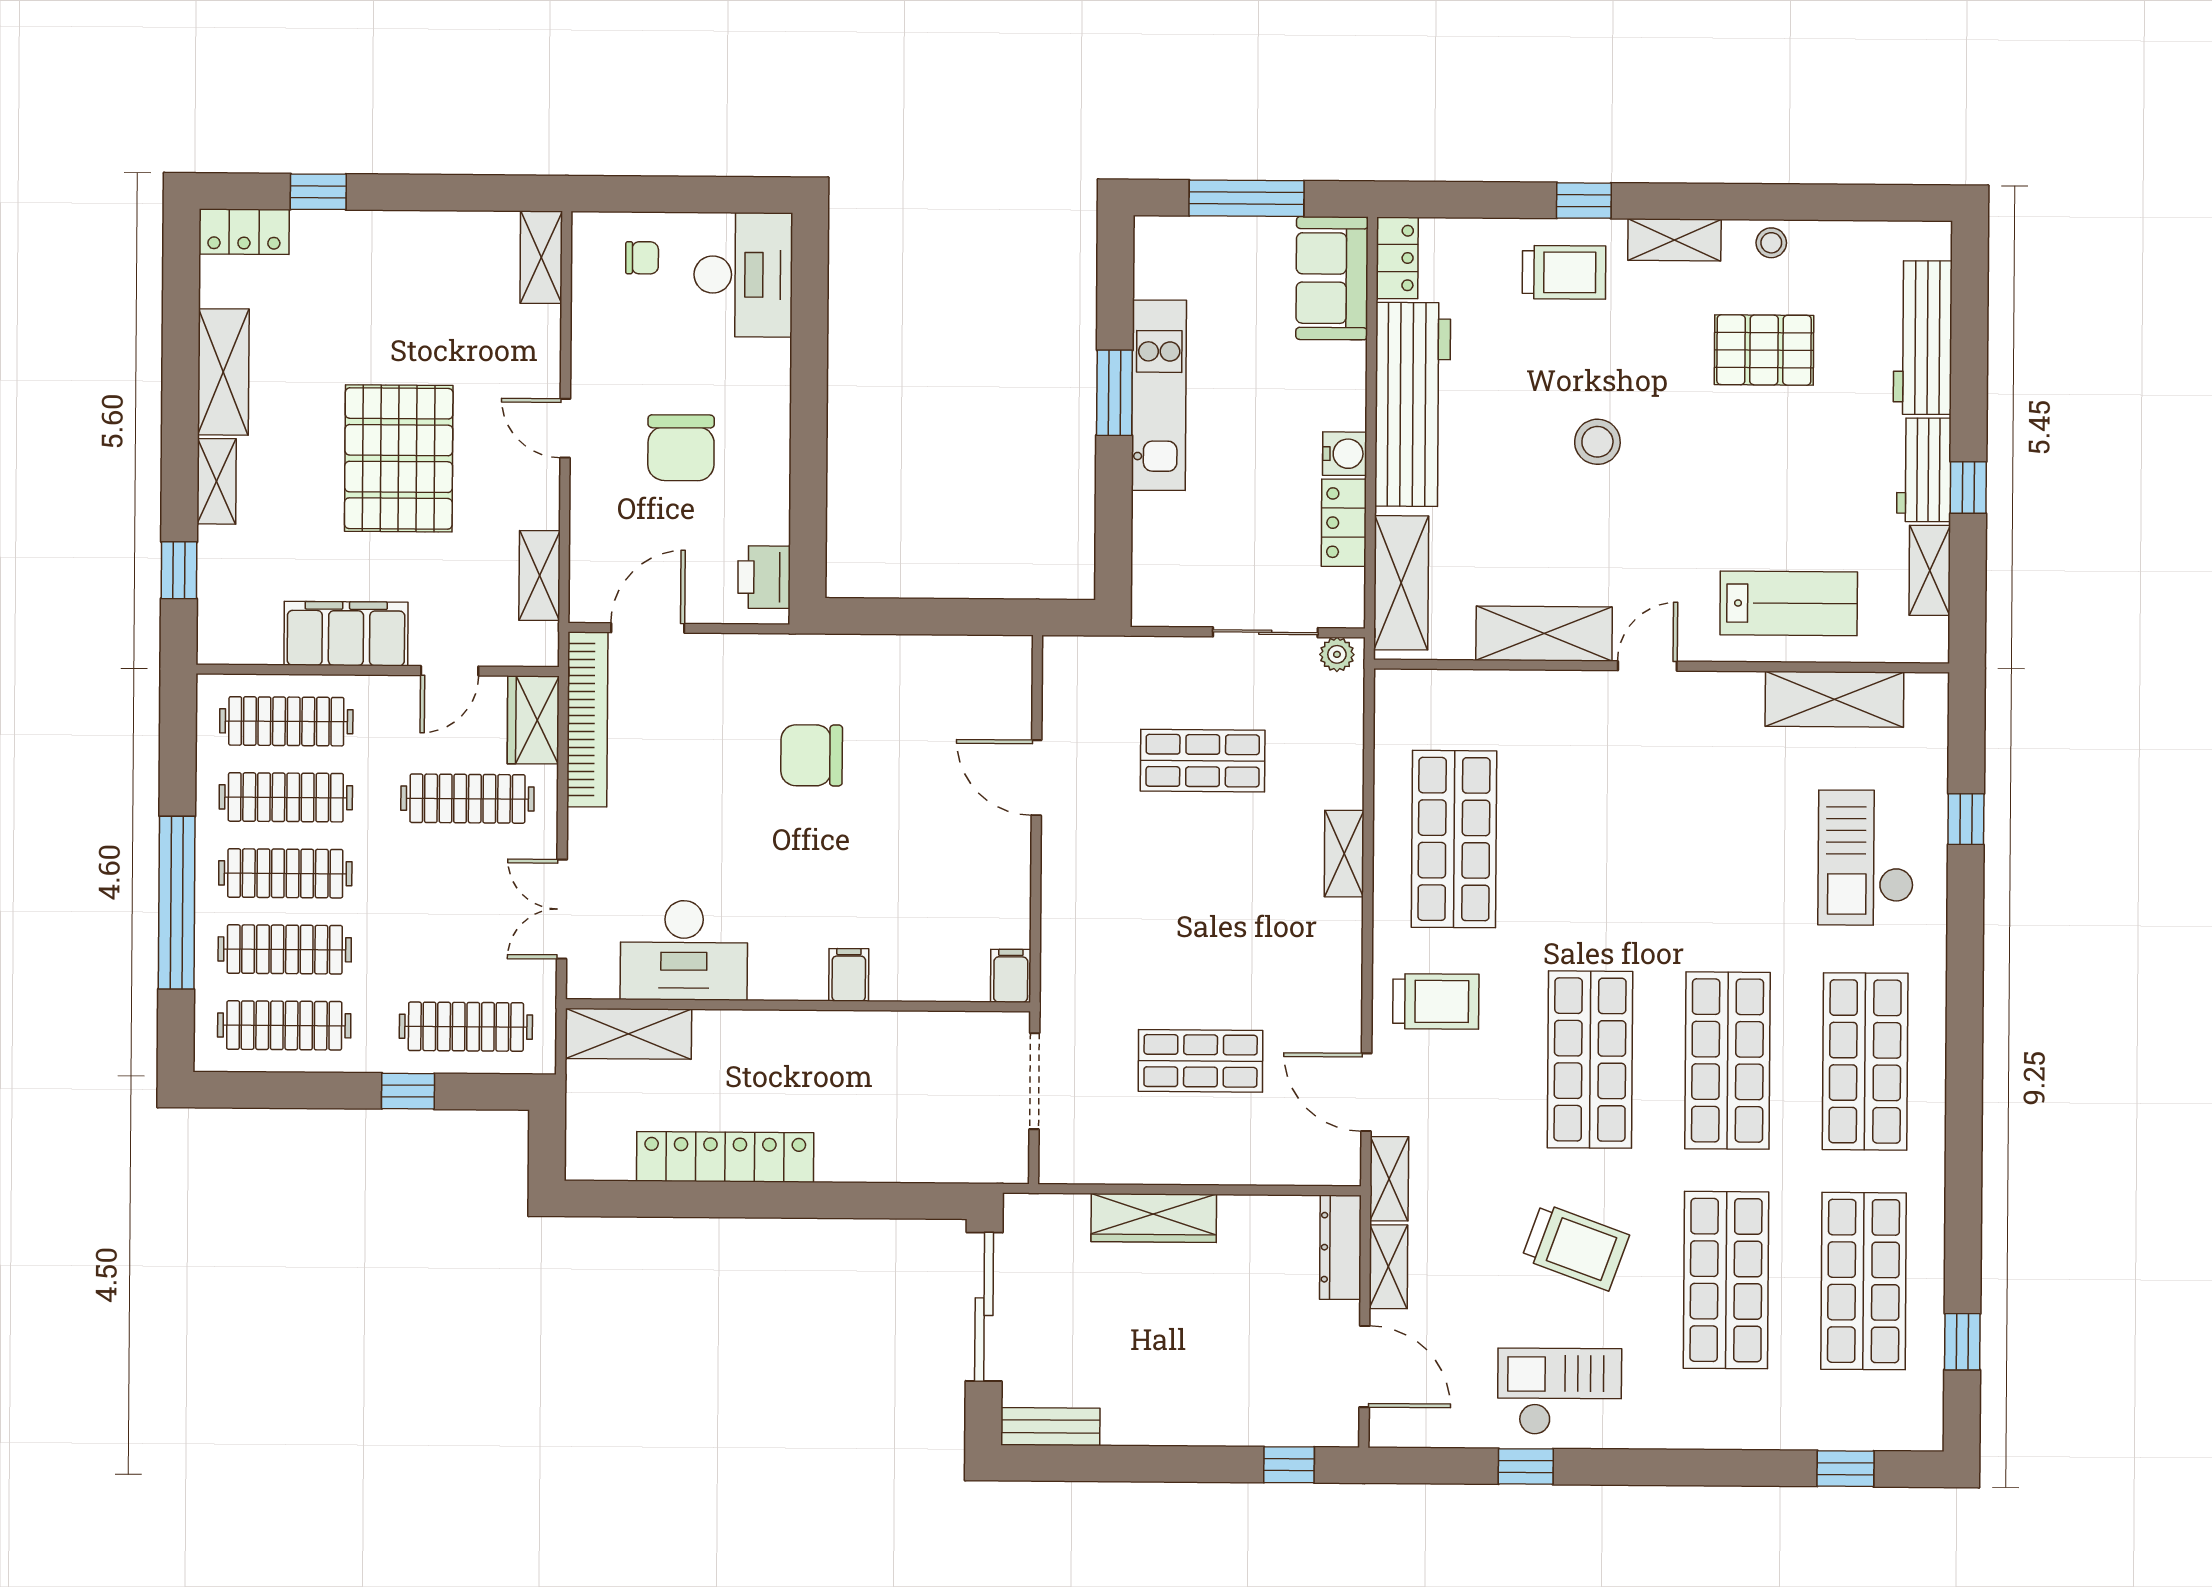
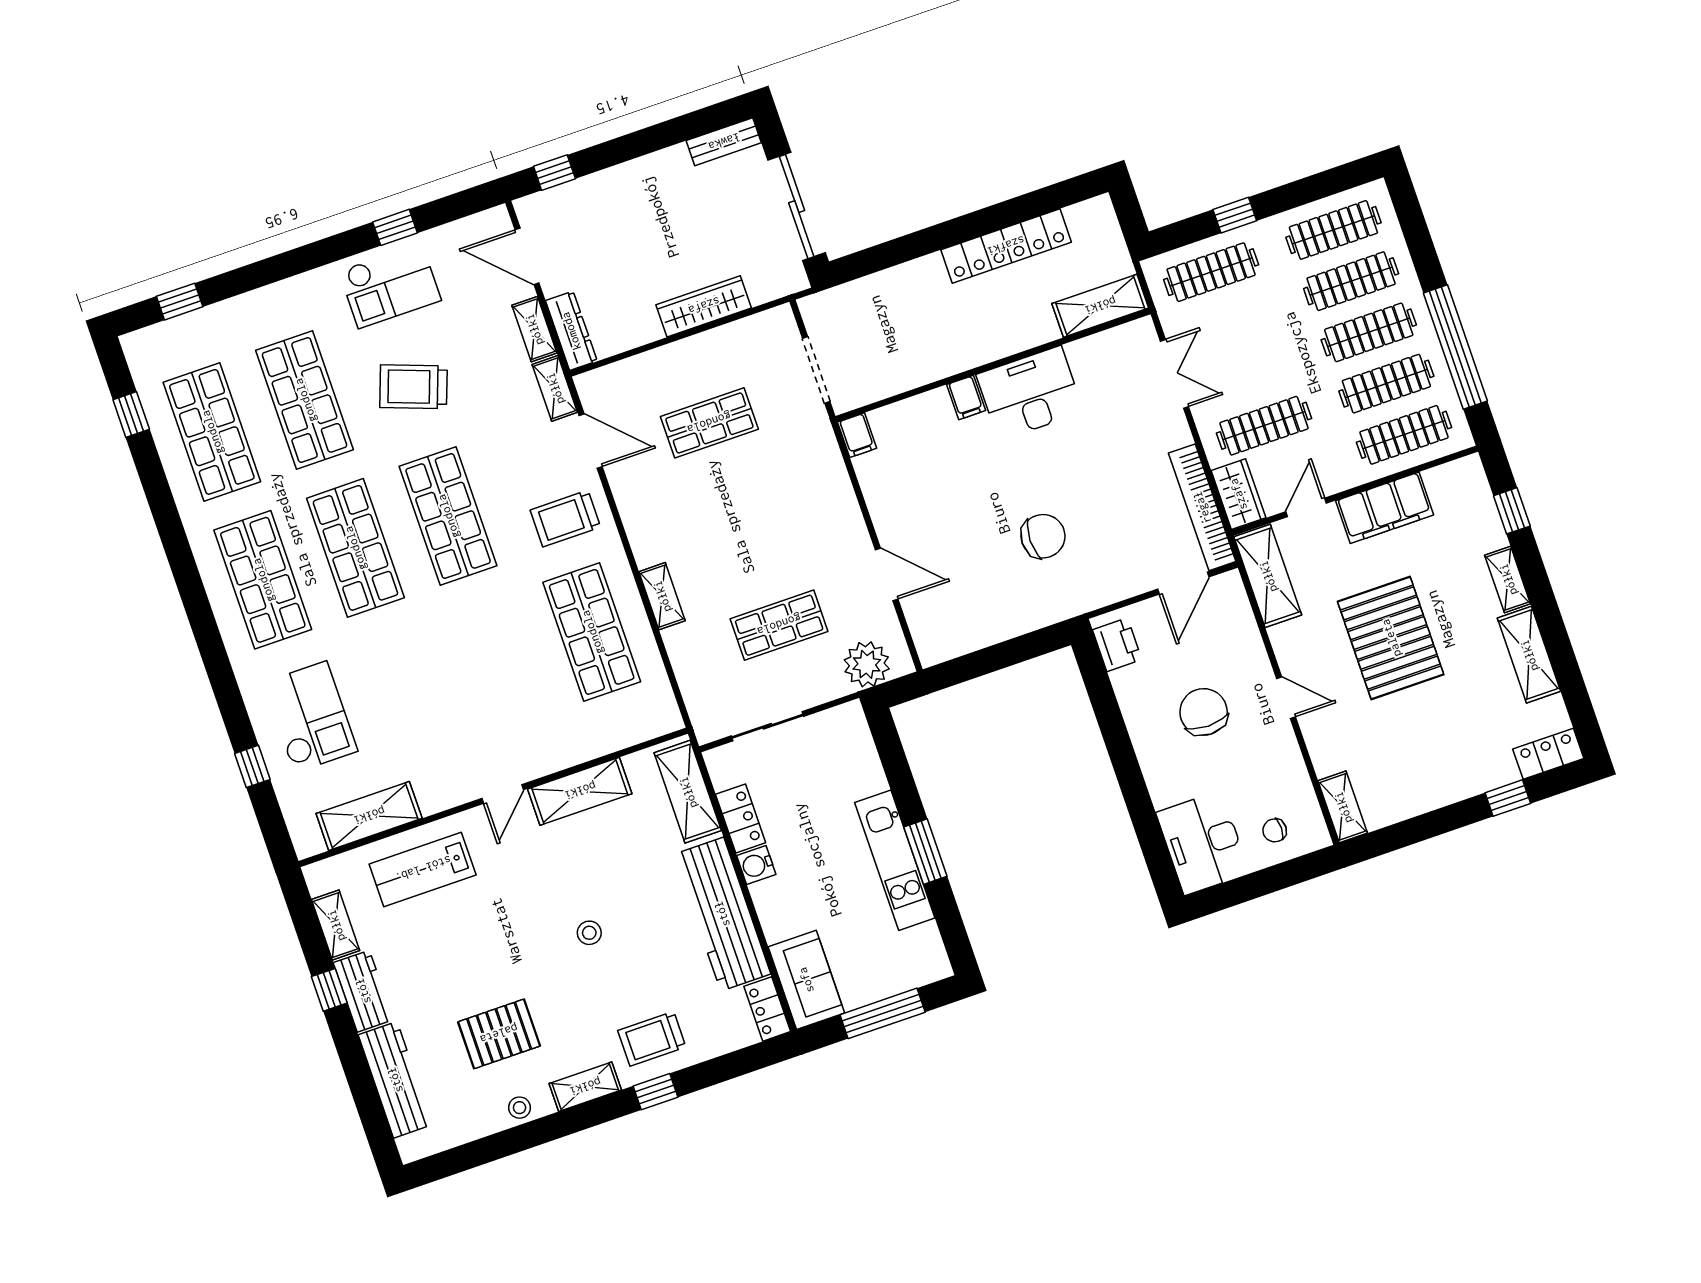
stool: (1597, 442) -> (589, 933), width x0.73, depth x0.73
shelving: (539, 576) -> (1268, 576), width x1.50, depth x1.33
plant: (1337, 654) -> (867, 664), moved, width x1.88, depth x1.88
window: (177, 903) -> (1455, 347), moved
desk: (684, 950) -> (1030, 393), moved

